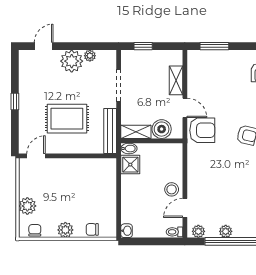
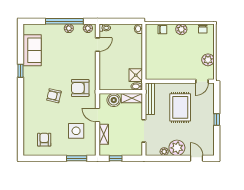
door: (44, 46) -> (197, 158), swing flipped
window: (143, 46) -> (116, 158), moved
side table: (215, 85) -> (76, 131), added
rug: (67, 119) -> (180, 107), turned 90
armchair: (202, 130) -> (80, 88), moved
stool: (172, 189) -> (107, 58), removed
plant: (27, 206) -> (208, 60), moved

